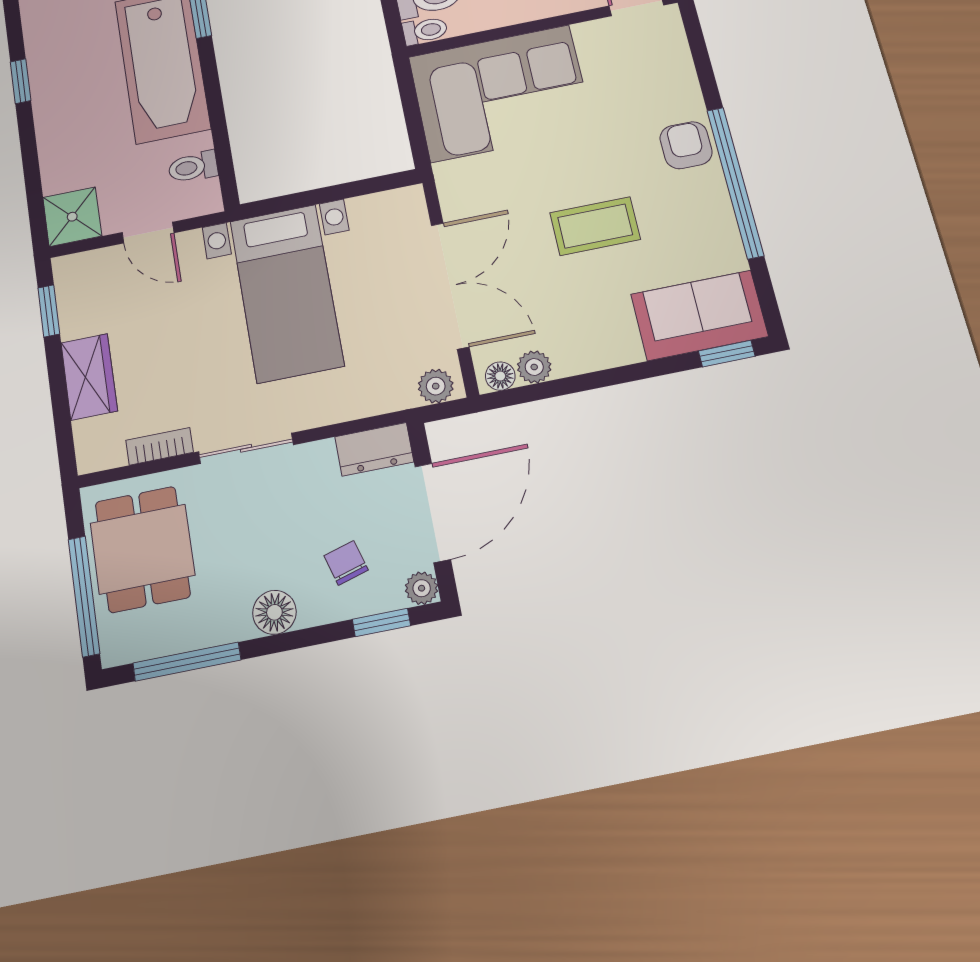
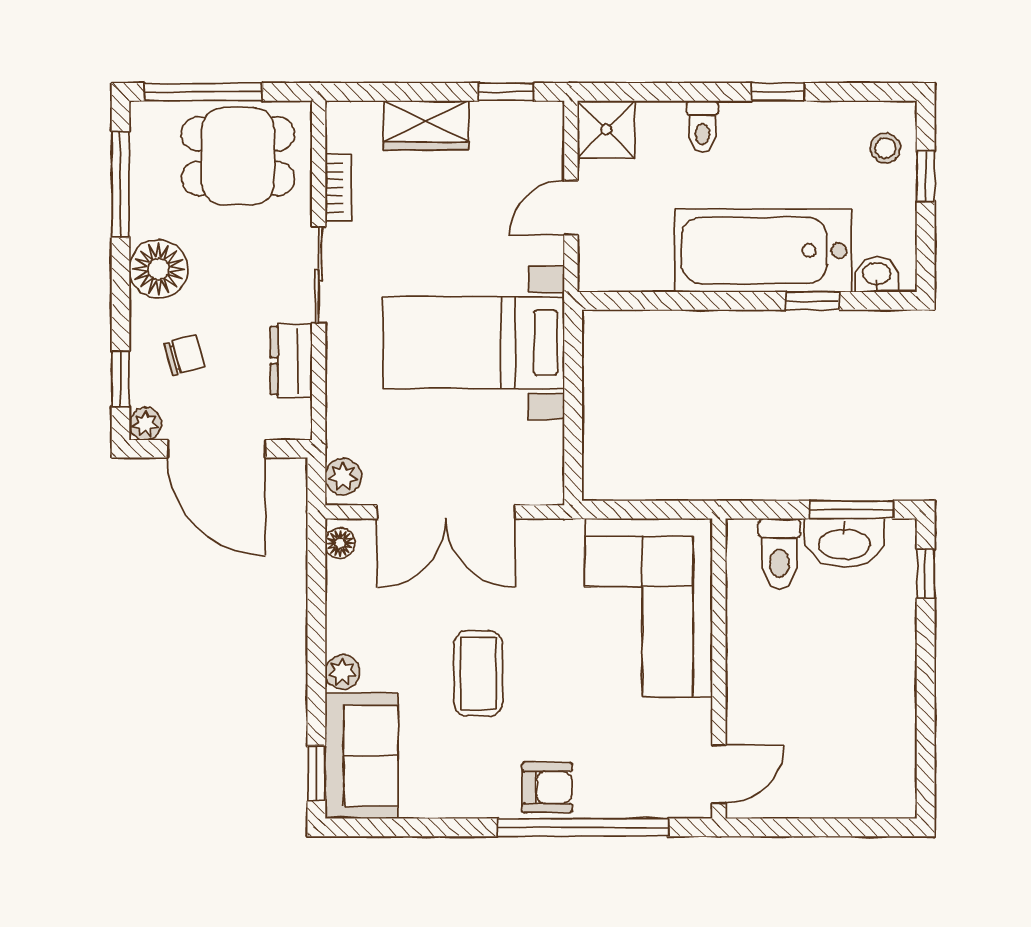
toilet: (425, 31) -> (740, 542), removed
toilet: (193, 167) -> (702, 127), moved, turned 180
window: (735, 182) -> (583, 827), moved
plant: (534, 367) -> (342, 672), moved
dresser: (374, 449) -> (291, 361), moved
floor lamp: (274, 612) -> (159, 269), width x1.38, depth x1.38

